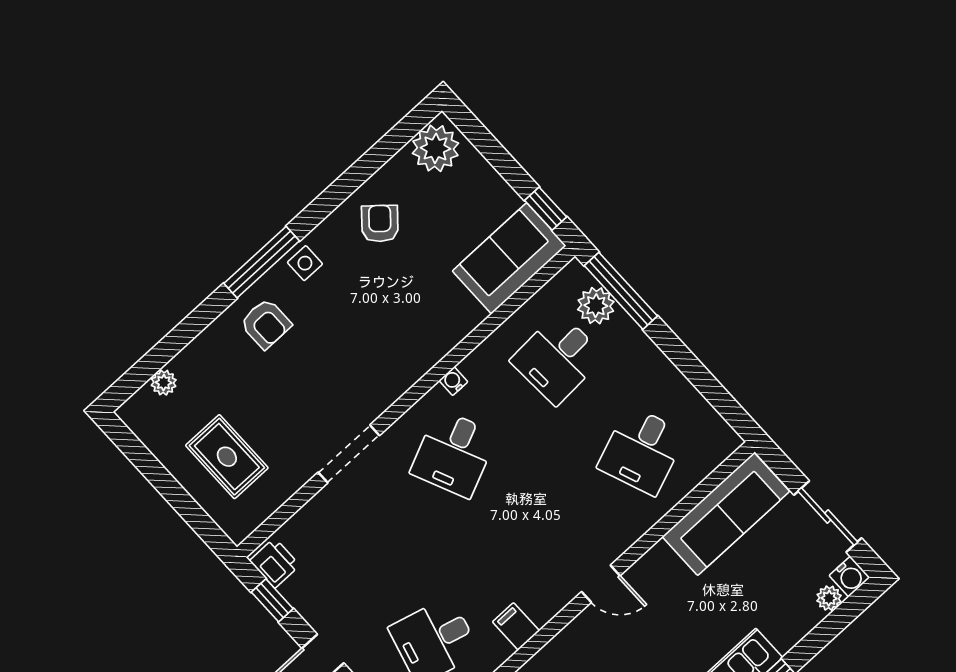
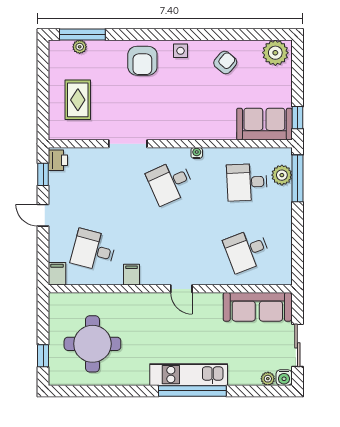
window: (262, 262) -> (82, 34), moved
armchair: (266, 324) -> (142, 61), width x1.38, depth x1.38

